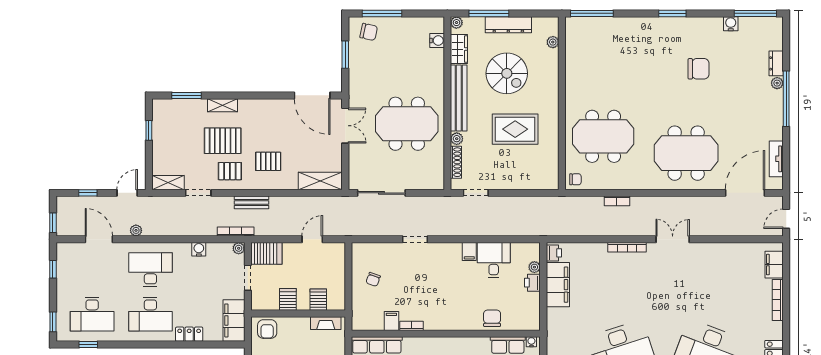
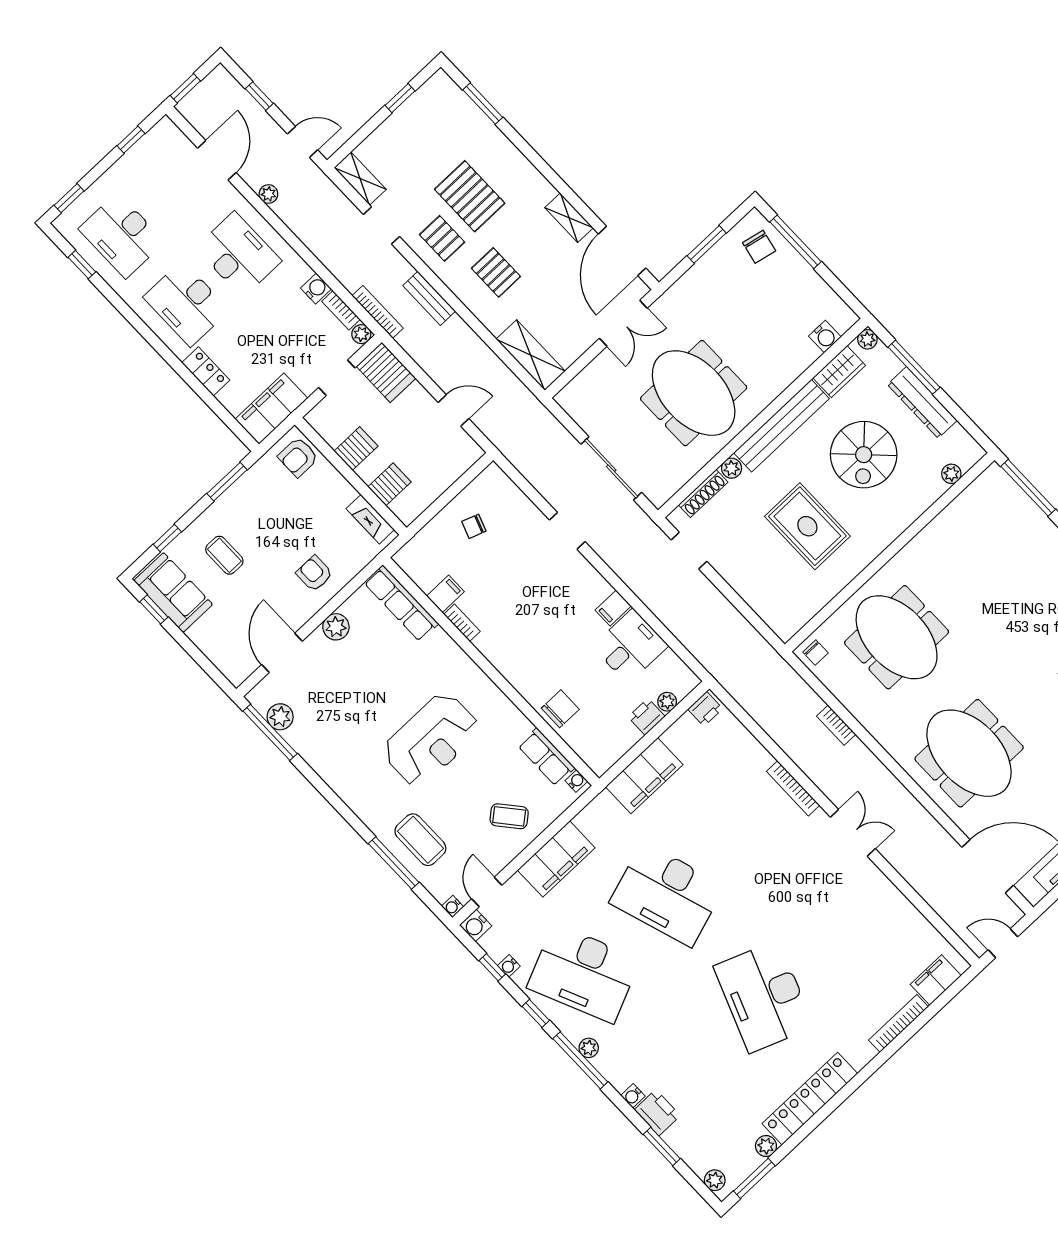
shelving: (222, 105) -> (569, 218), moved
sliding door: (381, 193) -> (611, 468), moved
bookcase: (219, 247) -> (341, 310), added
filing cabinet: (558, 285) -> (644, 776), moved

